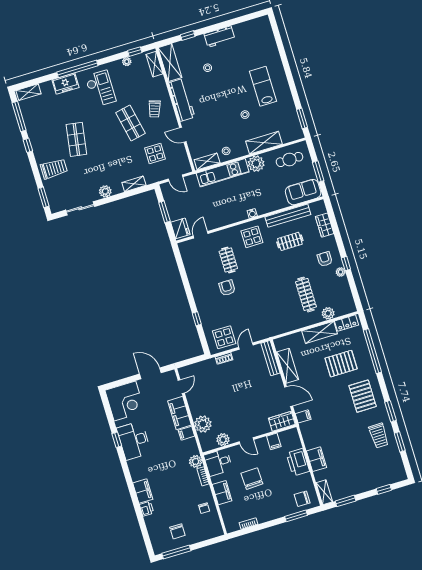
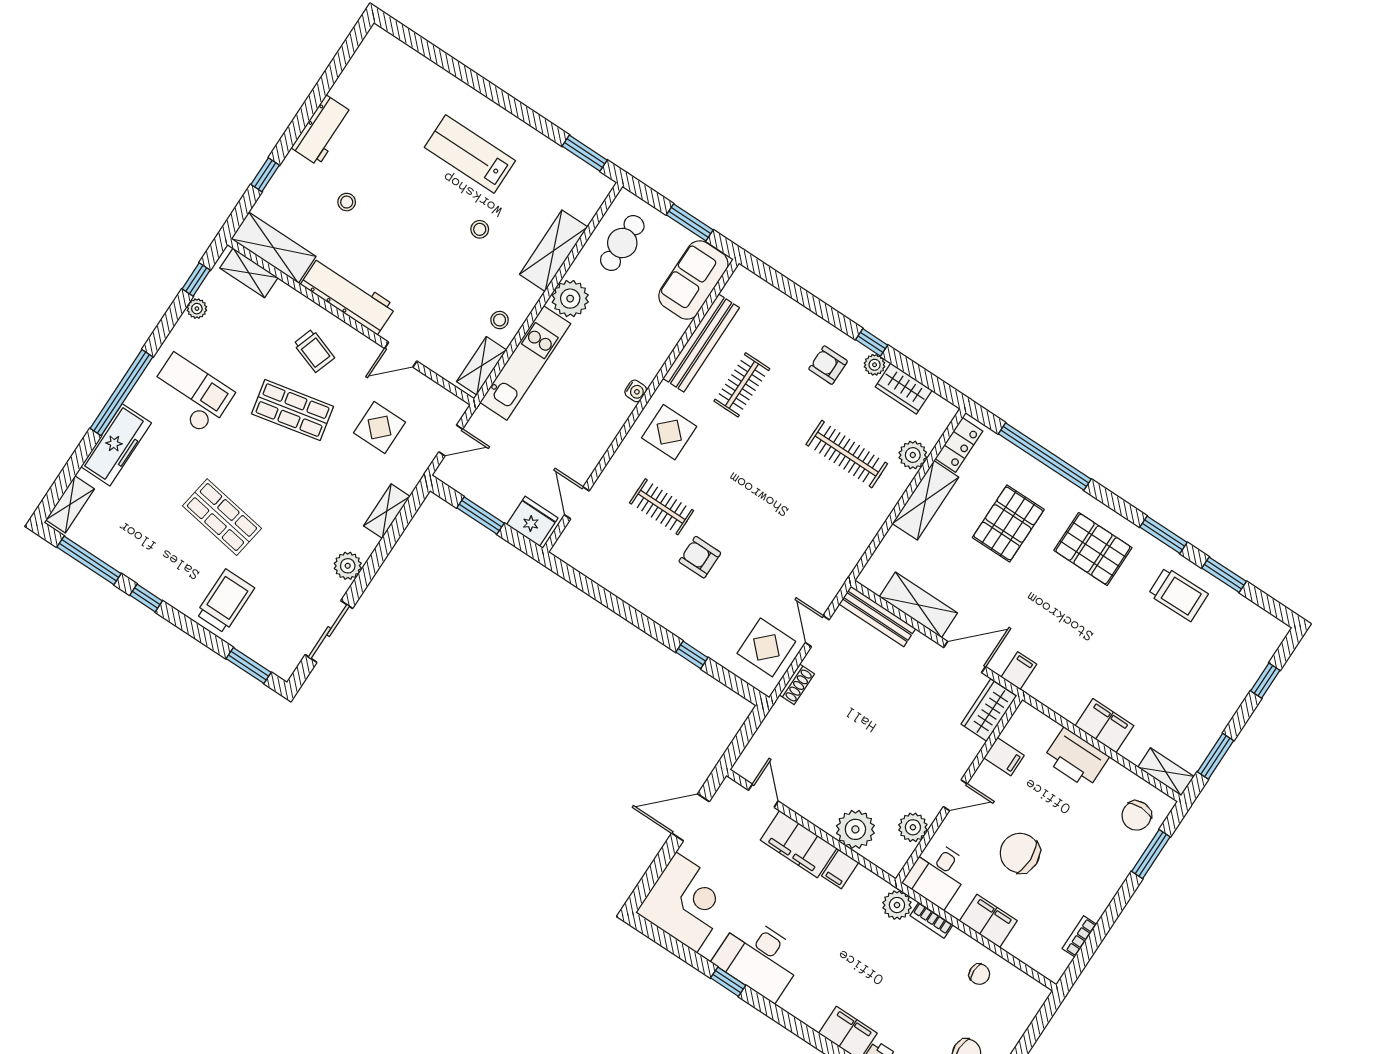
freezer: (65, 84) -> (116, 445), width x1.40
wardrobe: (325, 225) -> (904, 389), moved

